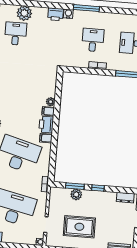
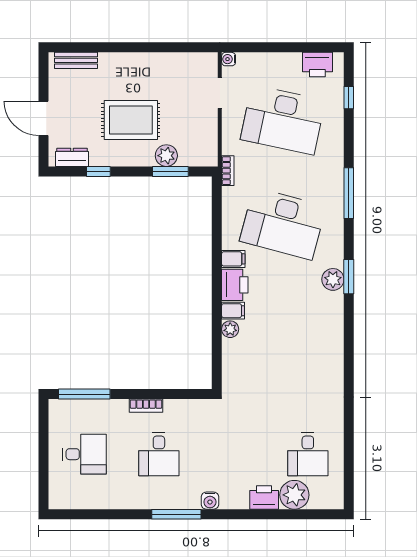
printer: (56, 14) -> (264, 498), moved
window: (98, 188) -> (98, 171), moved
rug: (79, 227) -> (131, 120), moved

